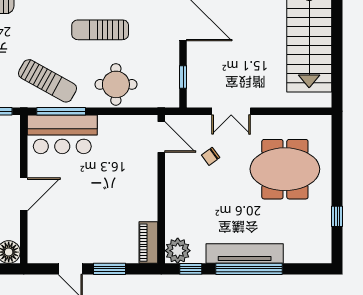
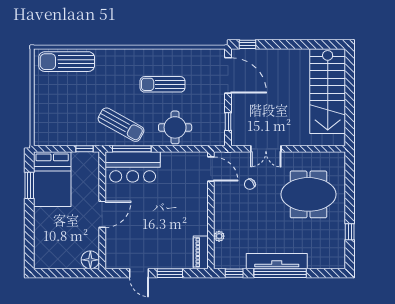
plant: (178, 251) -> (219, 236), moved, width x0.53, depth x0.53

